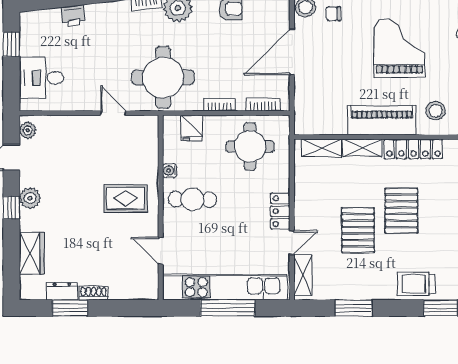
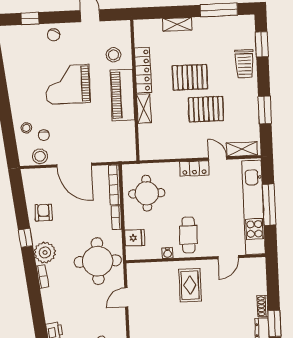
bookcase: (263, 104) -> (115, 185), width x1.56
shelving: (321, 148) -> (145, 139), removed

